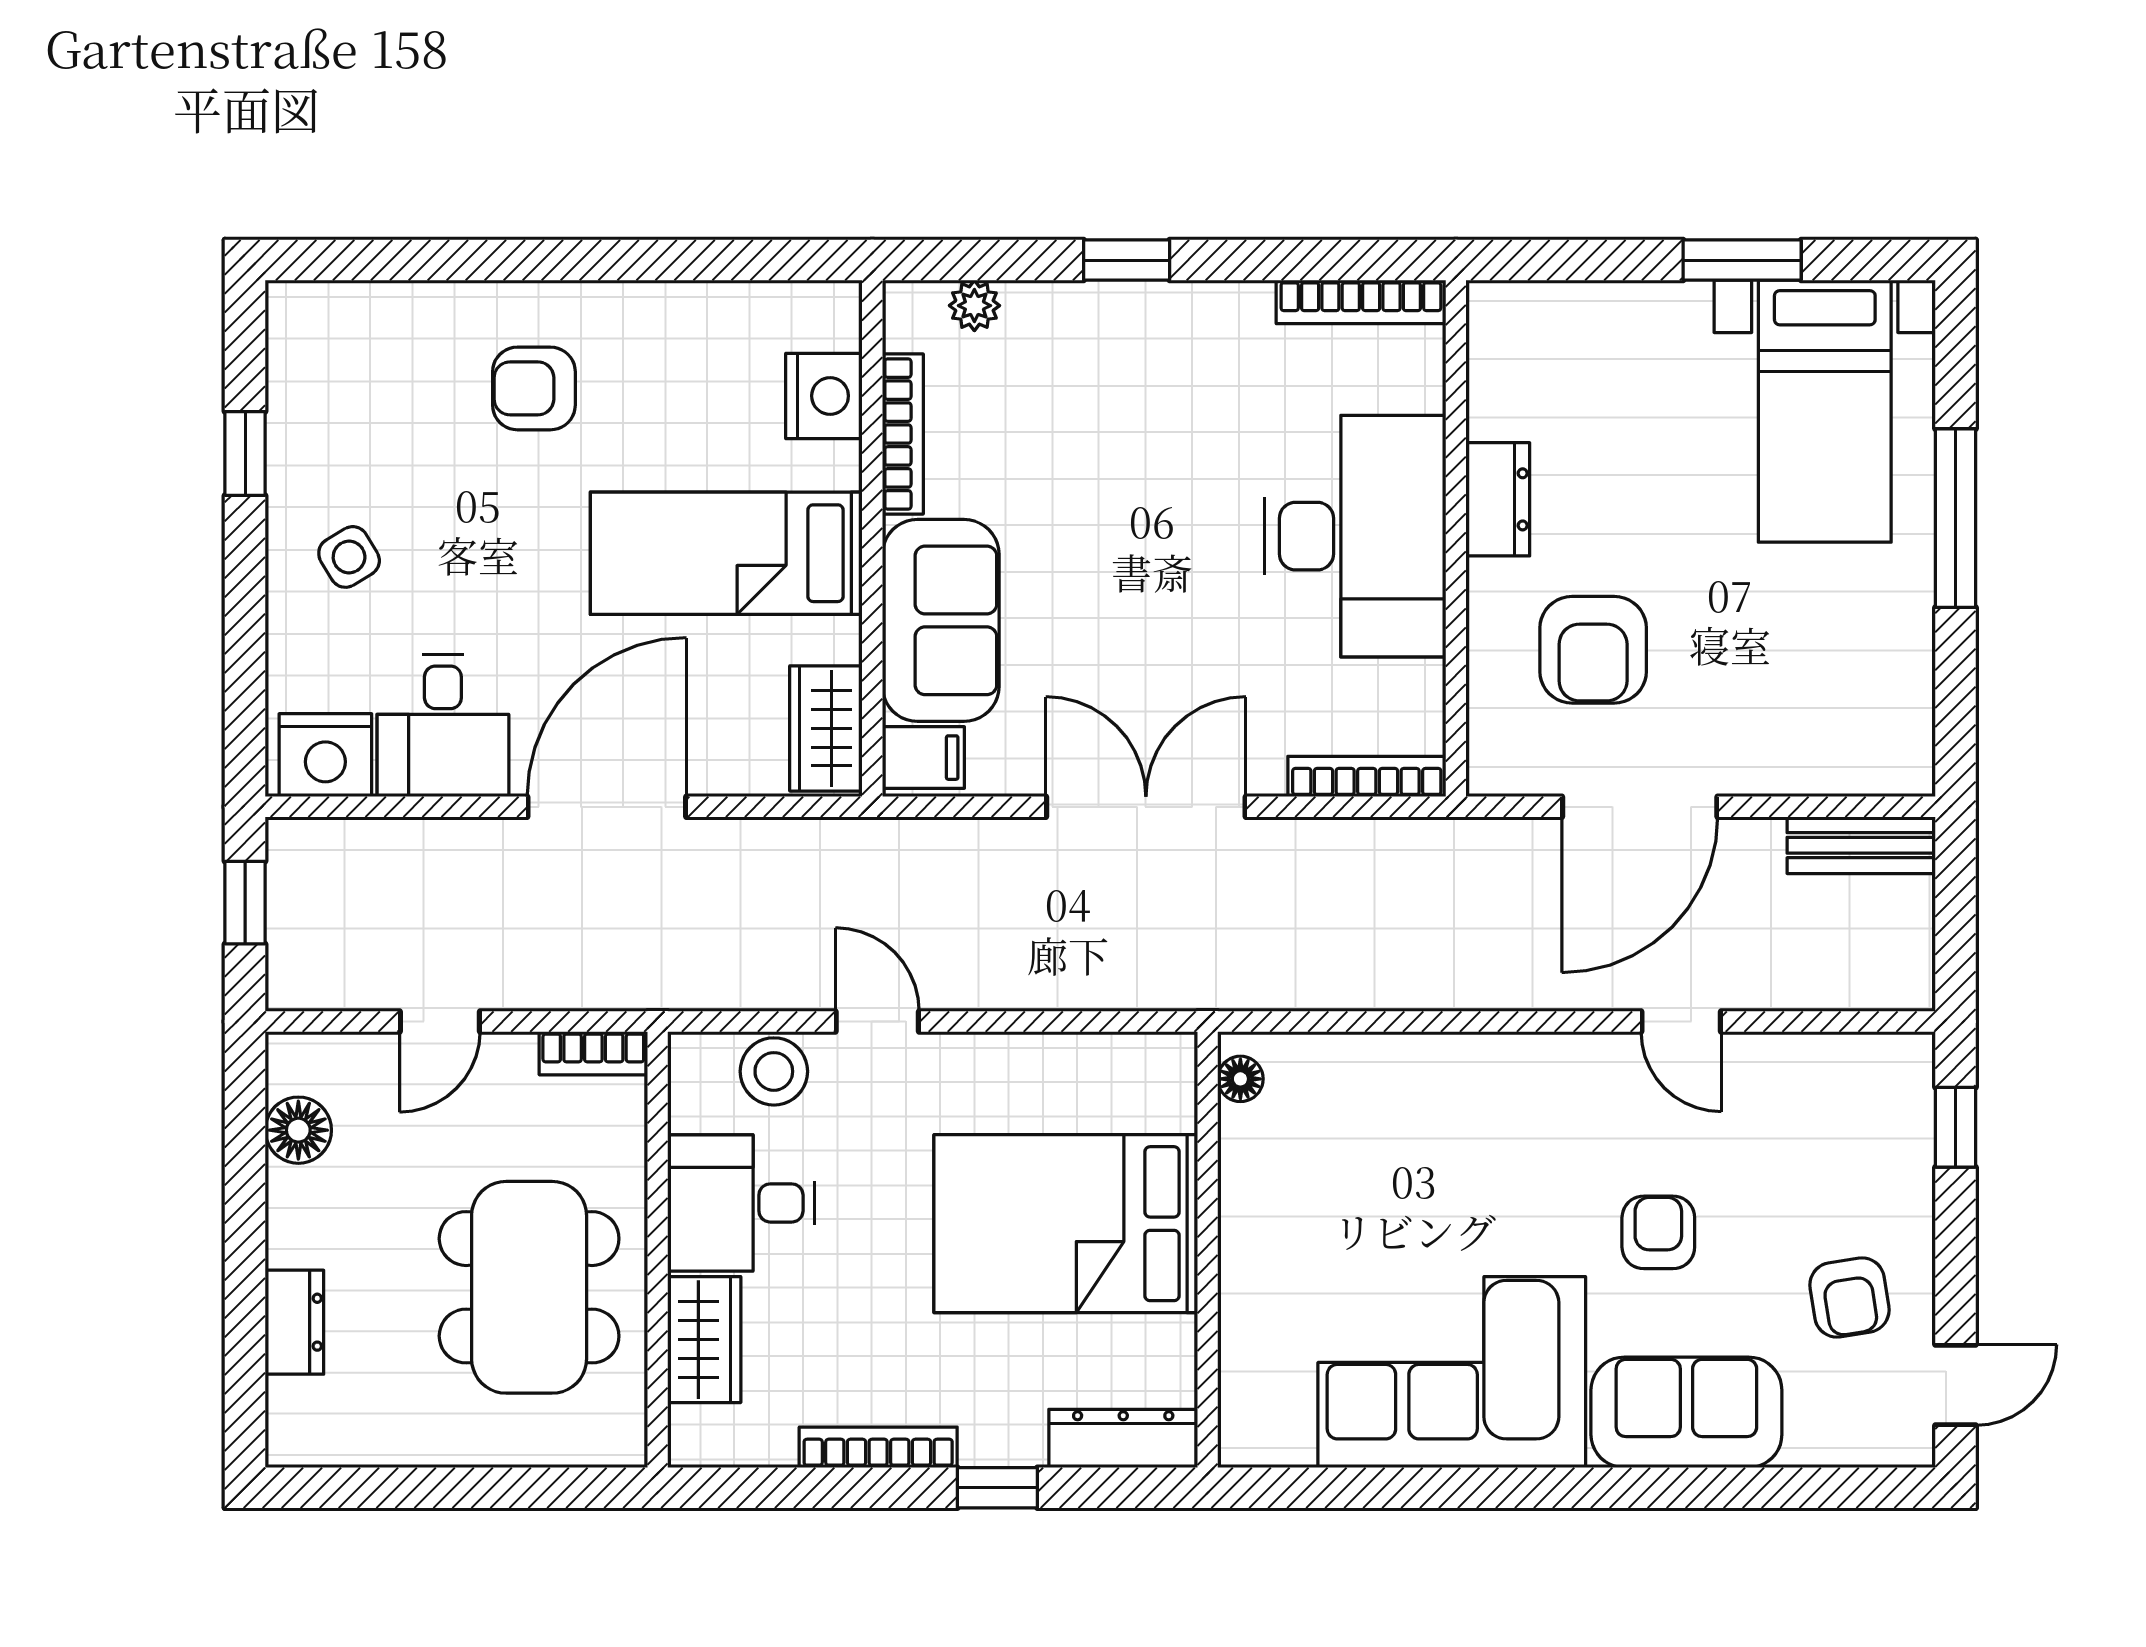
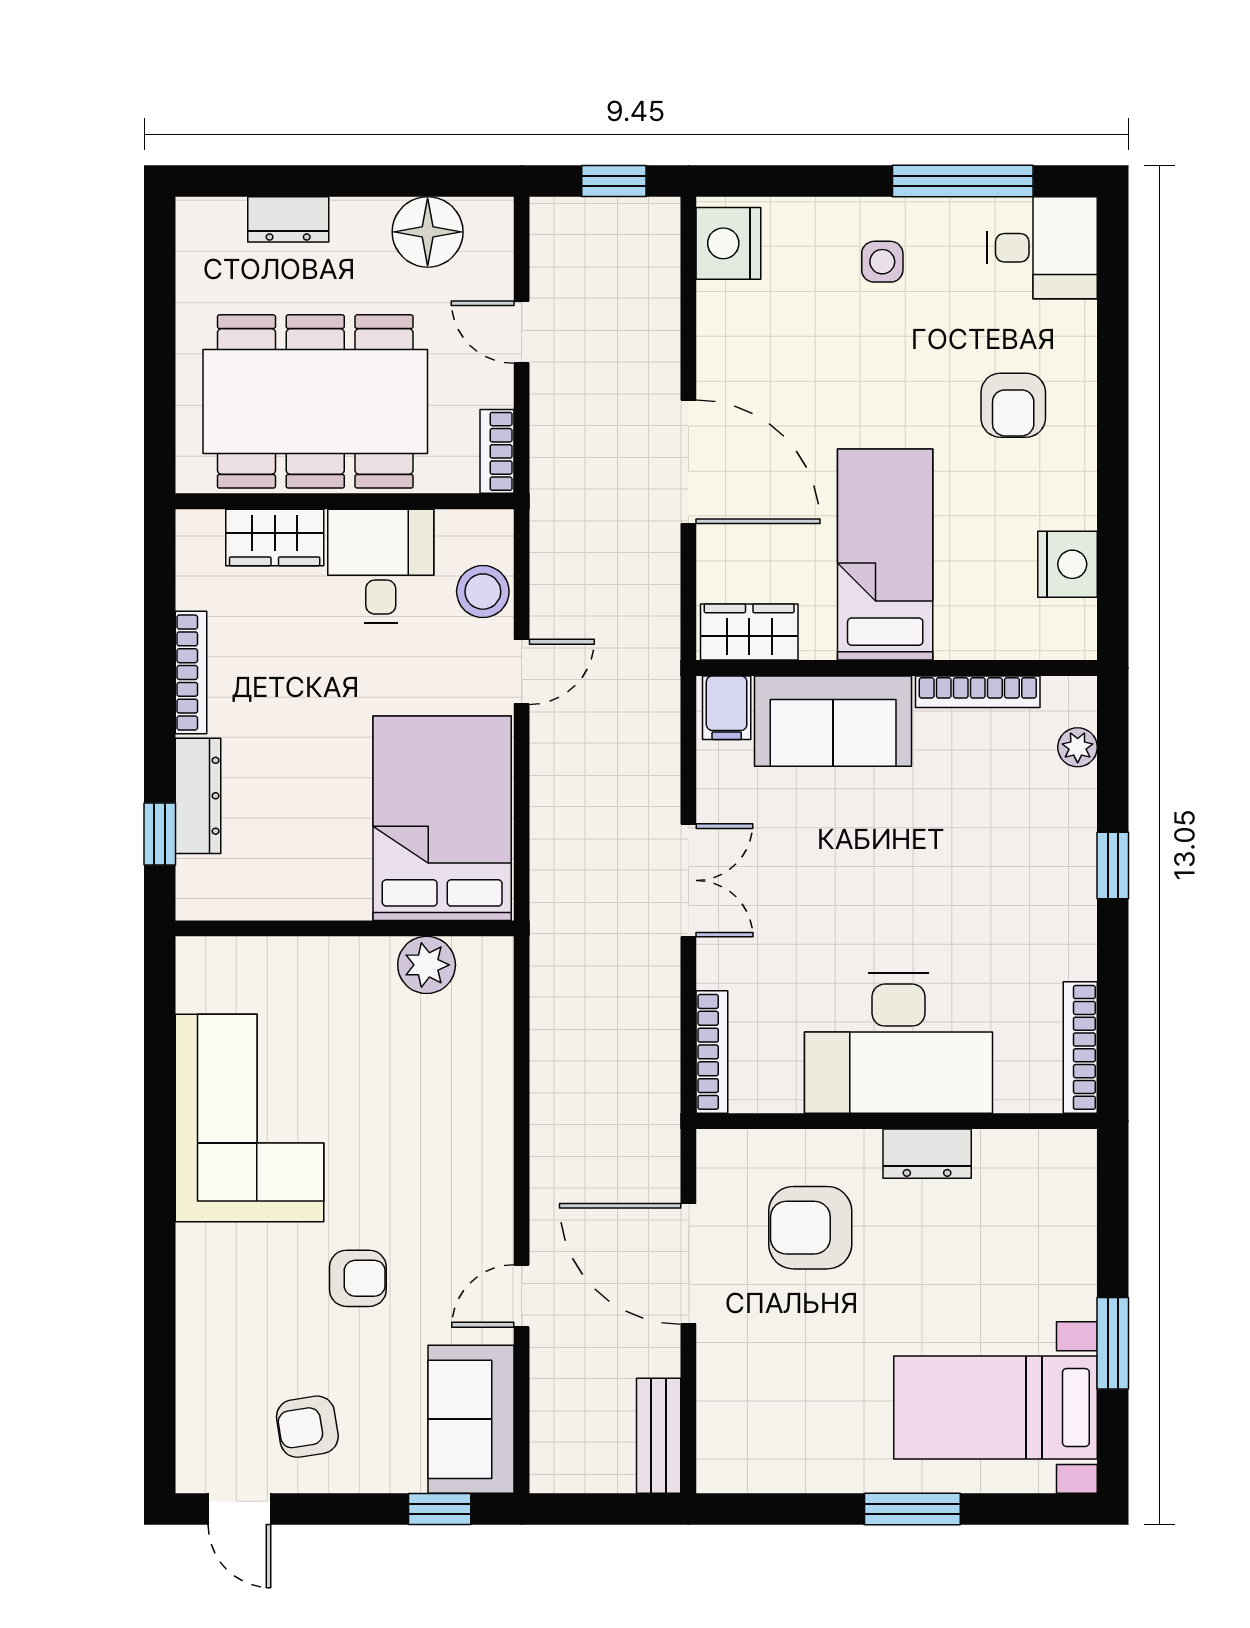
armchair: (534, 388) -> (1013, 405), turned 180
nightstand: (824, 396) -> (1067, 564), moved, turned -90
window: (245, 453) -> (963, 181), width x2.17
window: (1956, 518) -> (912, 1509), width x0.69
side table: (349, 557) -> (882, 262), turned 31
desk: (443, 726) -> (1042, 248), moved, turned 180
double door: (1146, 807) -> (688, 880), width x0.73
floor lamp: (1240, 1079) -> (477, 954), removed
floor lamp: (298, 1130) -> (428, 232), width x1.38, depth x1.38
plant: (1255, 1144) -> (427, 965), added
bed: (1066, 1224) -> (442, 818), moved
dining table: (529, 1287) -> (315, 401), width x1.36, depth x1.24
sofa: (1686, 1412) -> (471, 1419), moved, turned 180
dresser: (1123, 1438) -> (198, 796), moved
window: (997, 1488) -> (160, 834), moved

